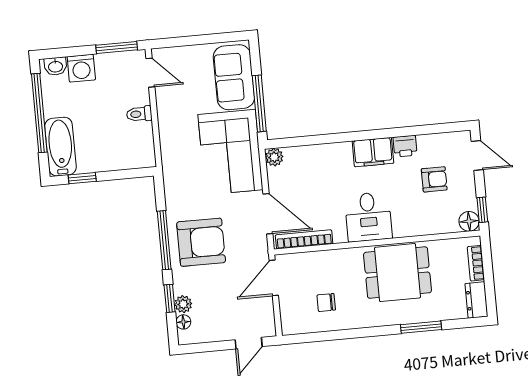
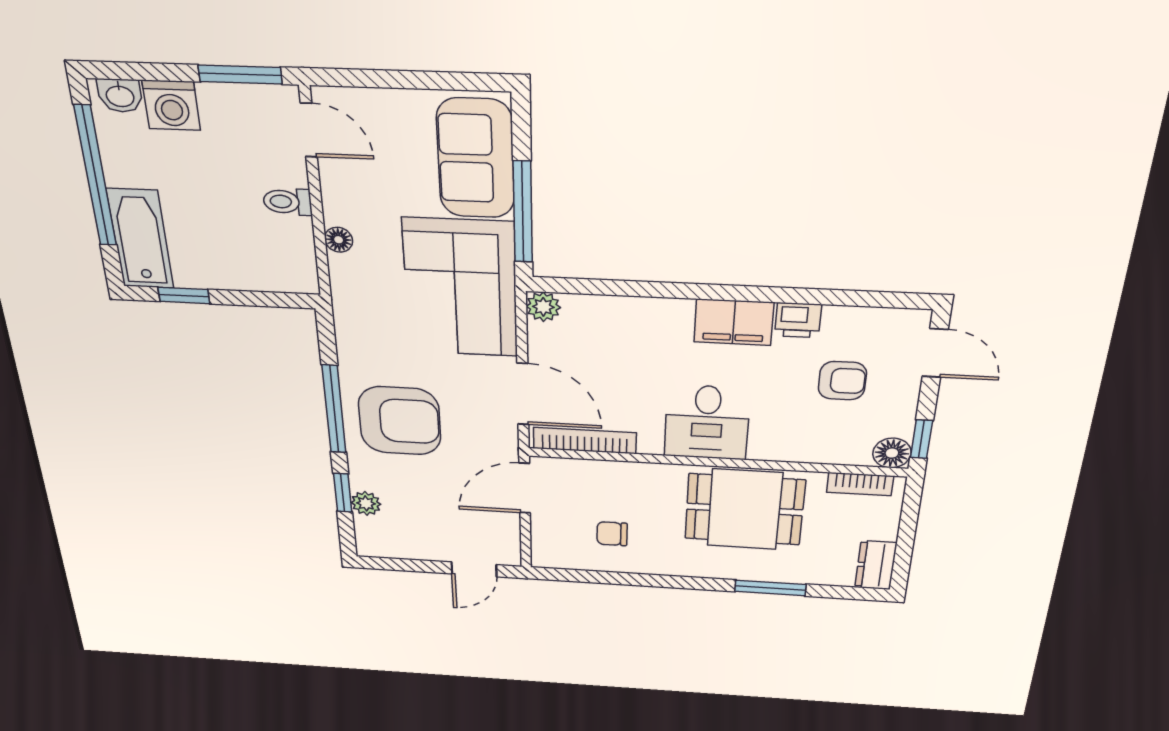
bookcase: (476, 263) -> (860, 484), moved, turned -90
floor lamp: (183, 322) -> (339, 240), moved

